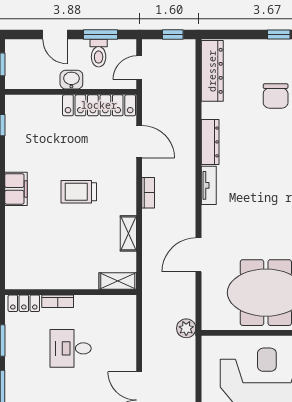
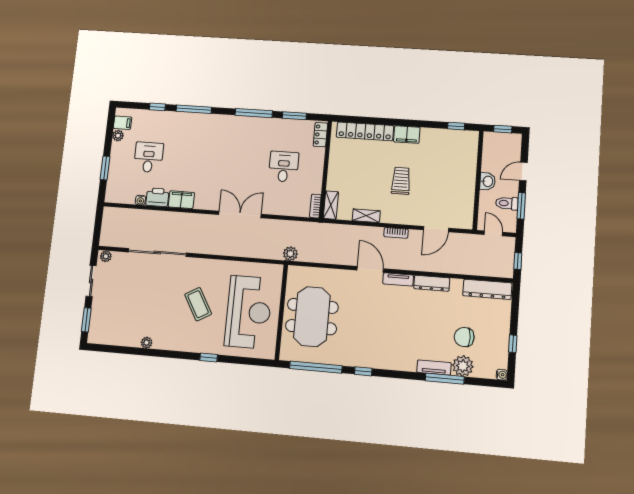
locker: (99, 105) -> (365, 131), moved, turned -90
door: (199, 255) -> (370, 269), moved
bookcase: (58, 301) -> (315, 206), moved

